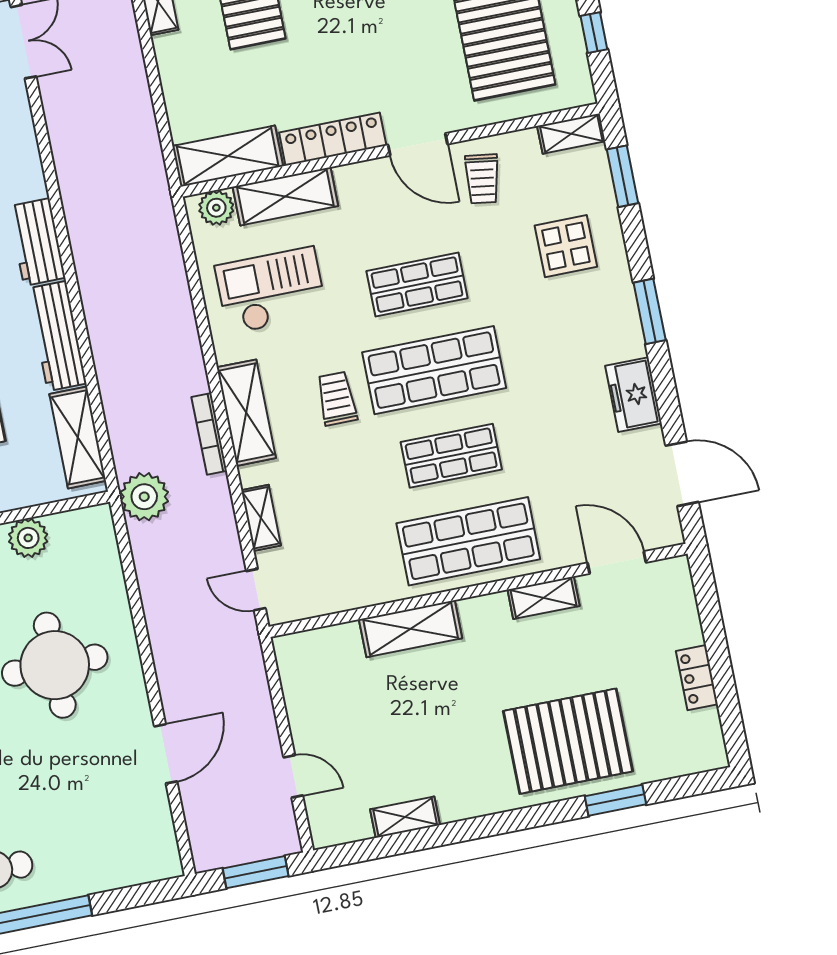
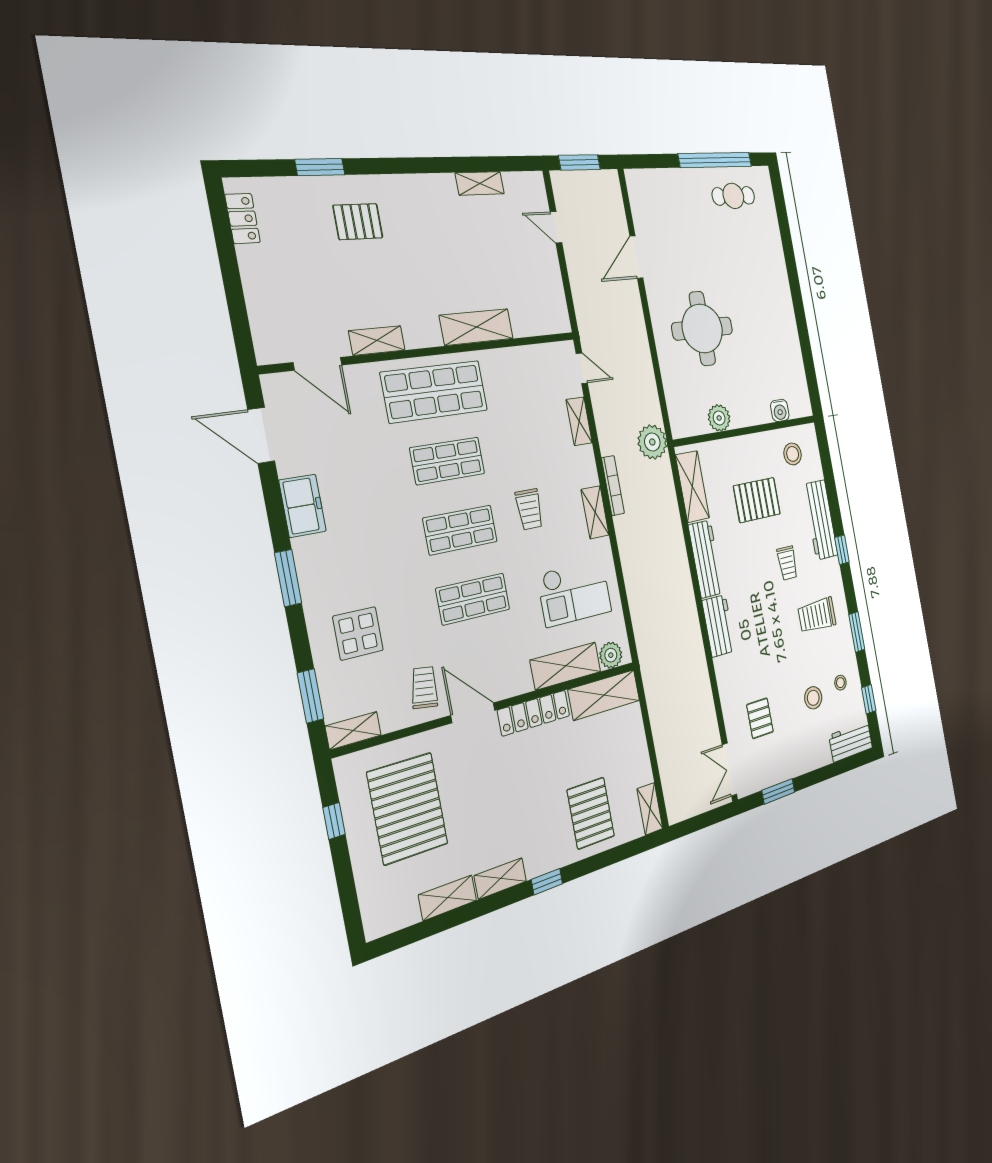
shop shelf: (434, 370) -> (460, 530), width x0.70, depth x0.74
shelving: (246, 413) -> (595, 512), width x0.67, depth x0.75
locker: (697, 678) -> (243, 219), moved
pallet: (568, 741) -> (358, 222), width x0.49, depth x0.50

